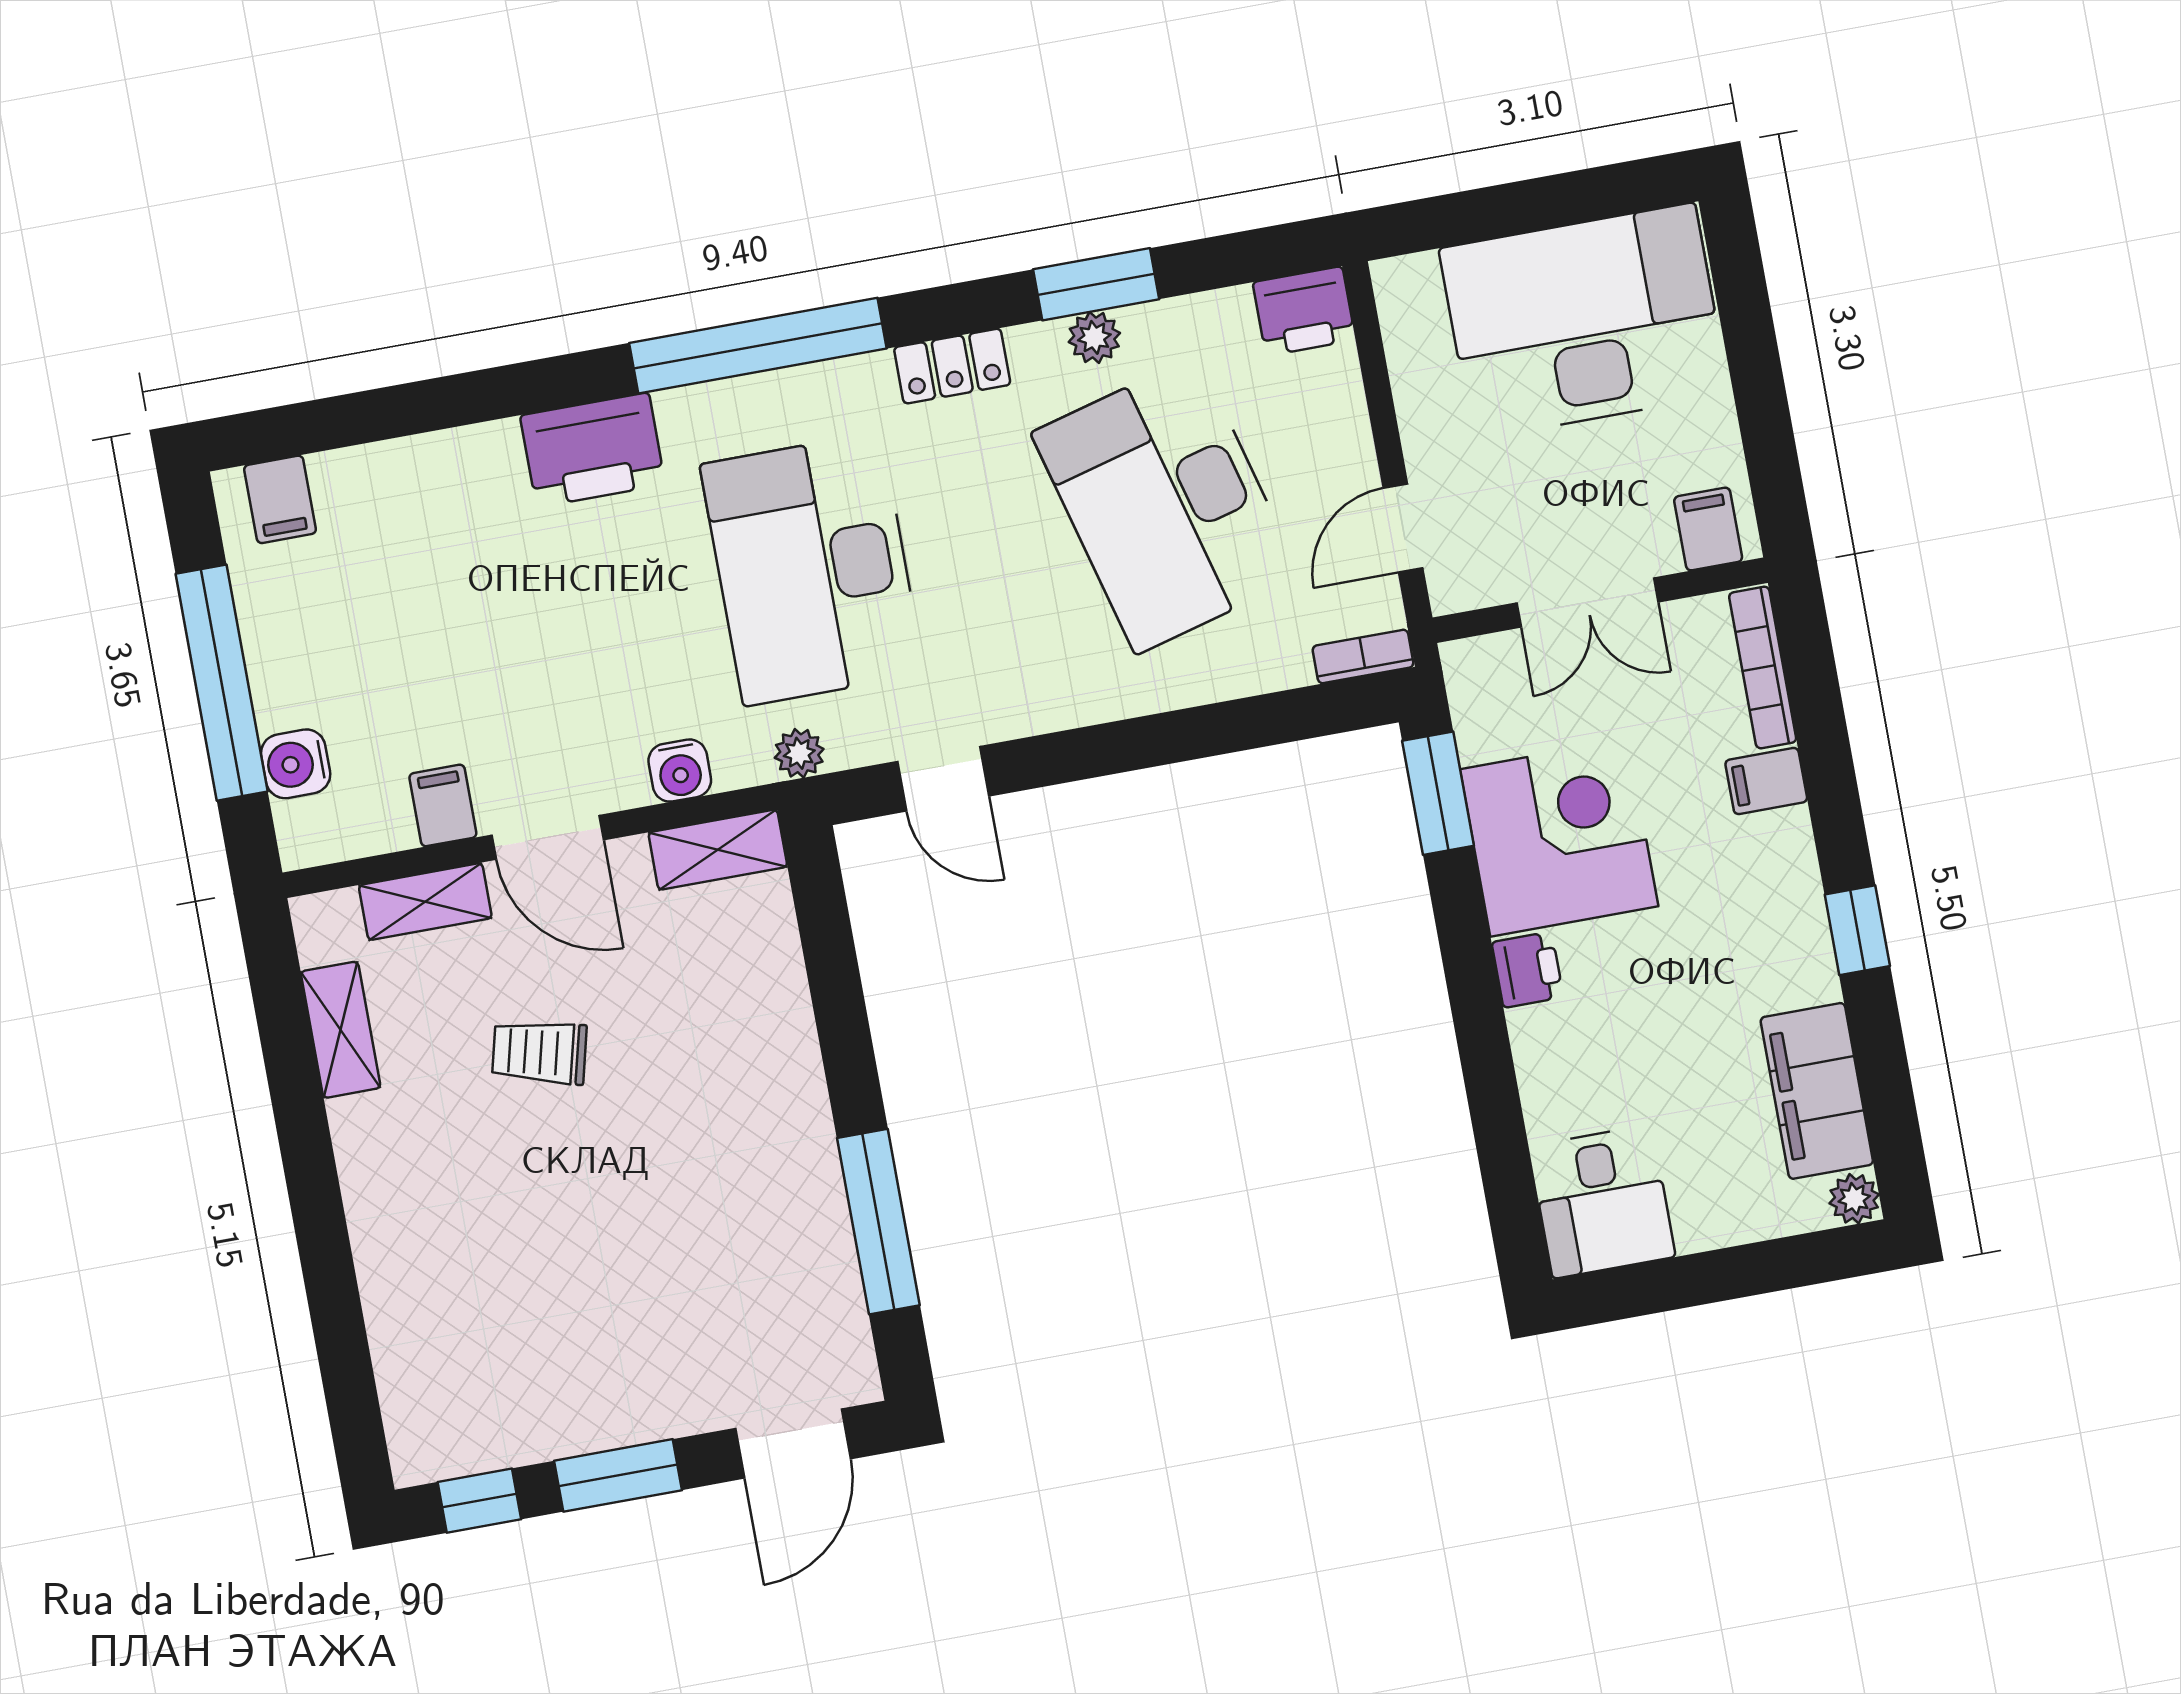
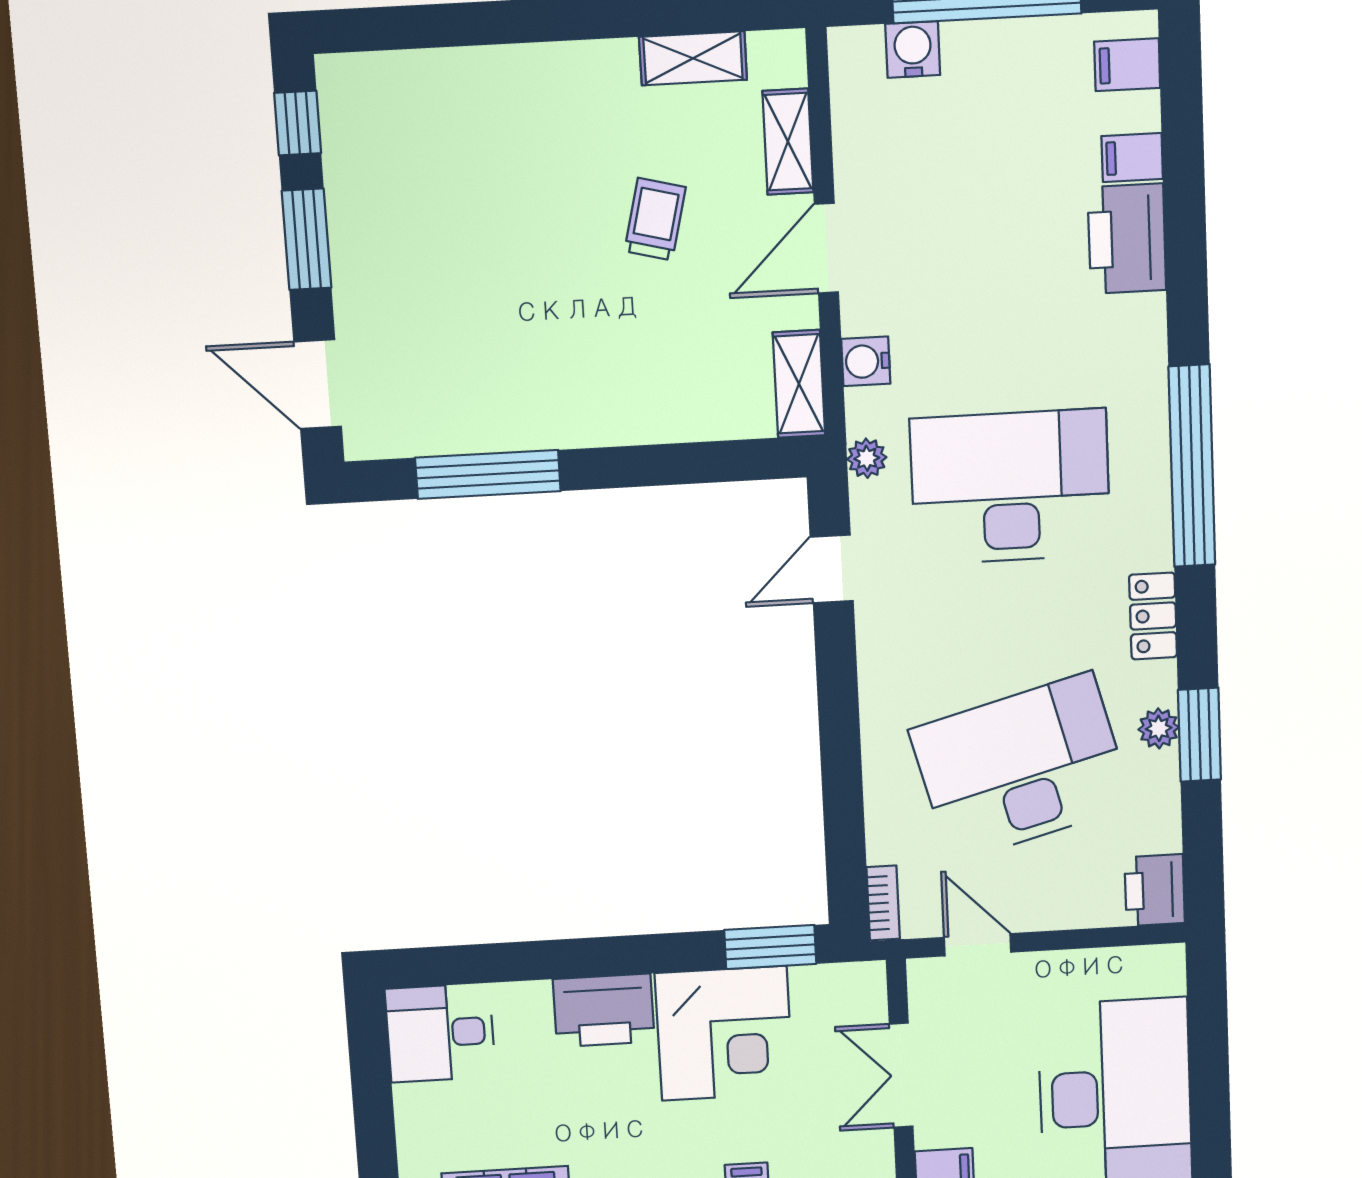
printer: (593, 450) -> (1127, 239), moved
filing cabinet: (443, 805) -> (1132, 157), moved, turned 180
printer: (1528, 970) -> (604, 1010), width x1.87, depth x1.48

